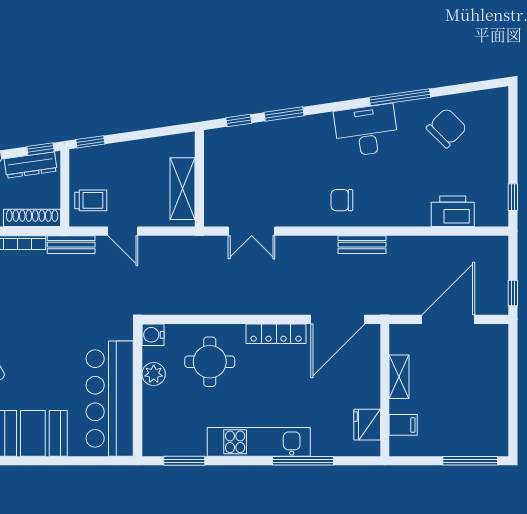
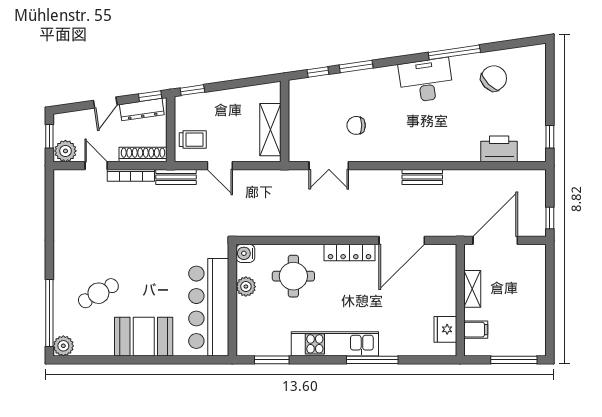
chair: (342, 200) -> (356, 125), moved
shelving: (399, 377) -> (472, 289), moved
wall: (385, 390) -> (460, 300), moved
fridge: (367, 425) -> (445, 329), moved
filing cabinet: (403, 425) -> (476, 330), moved

